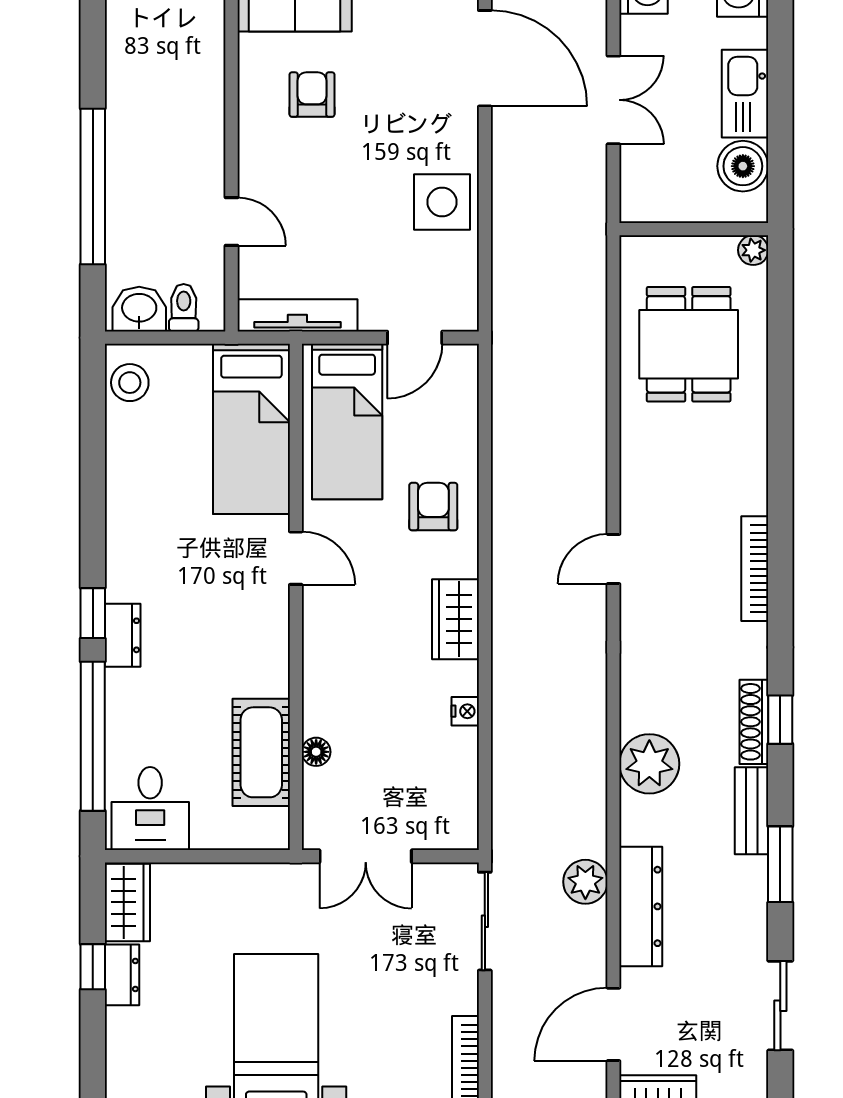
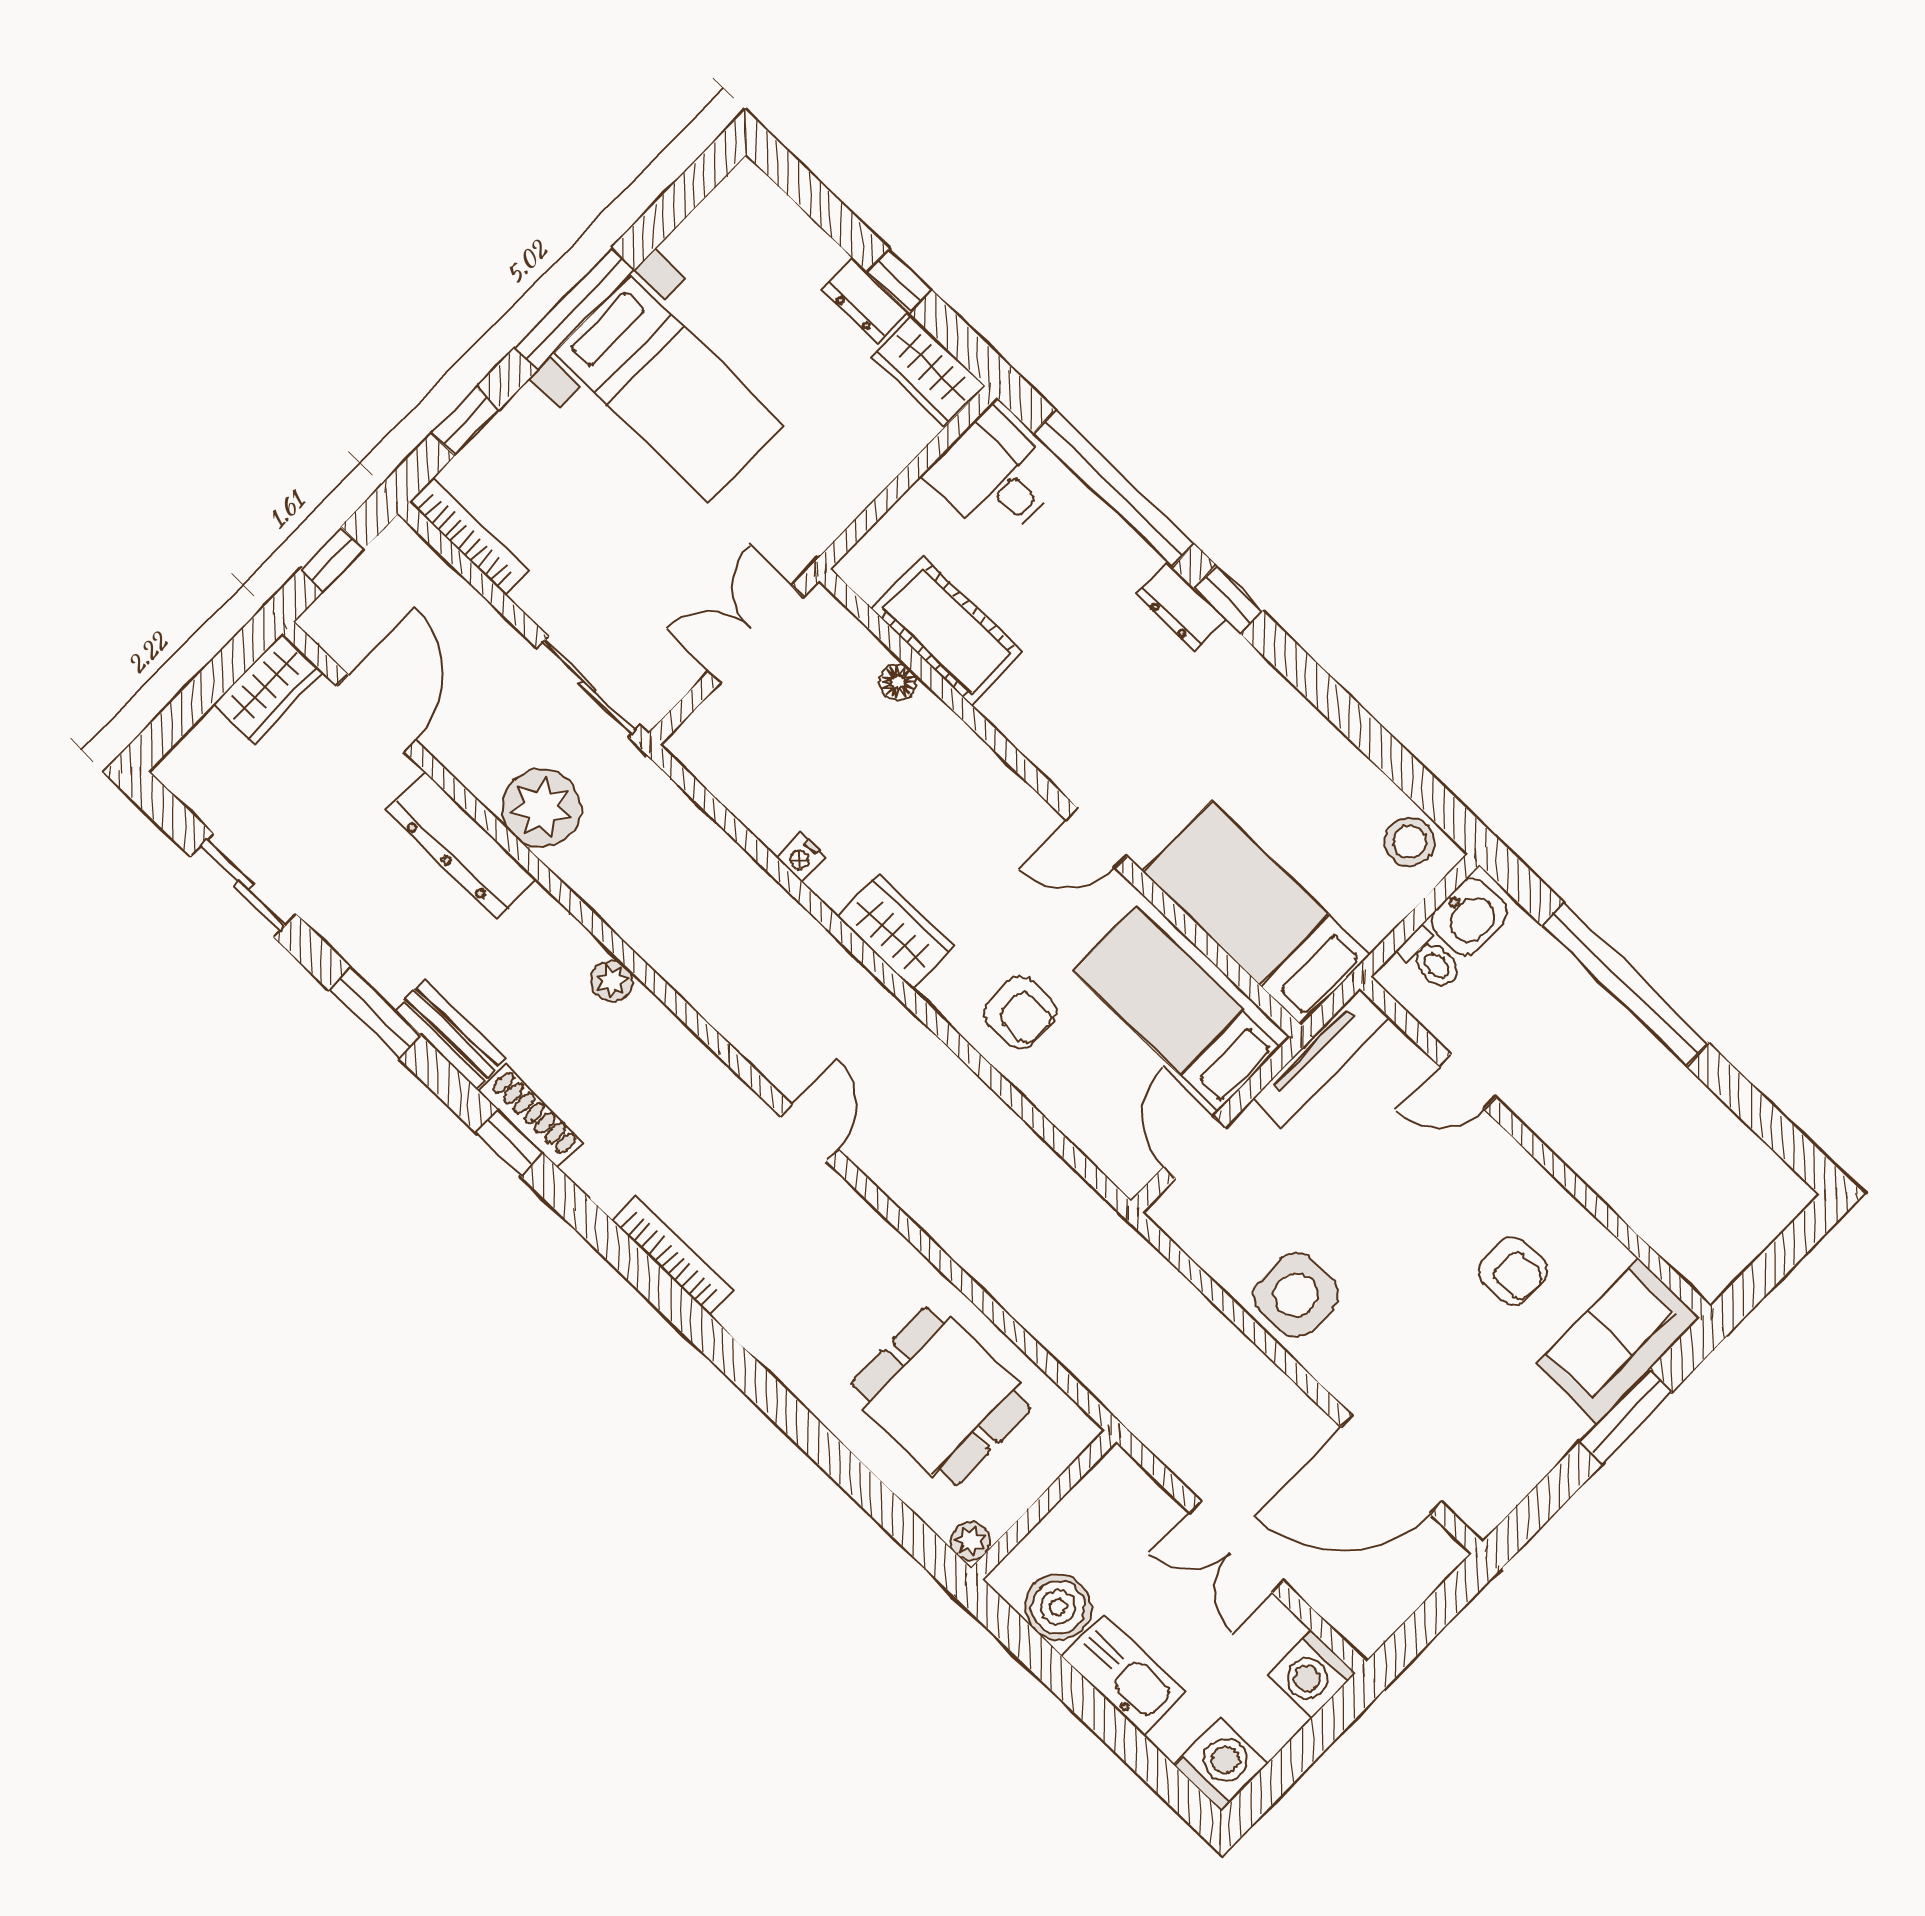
plant: (649, 764) -> (612, 981), width x0.53, depth x0.53
plant: (585, 882) -> (541, 808), width x1.36, depth x1.36

